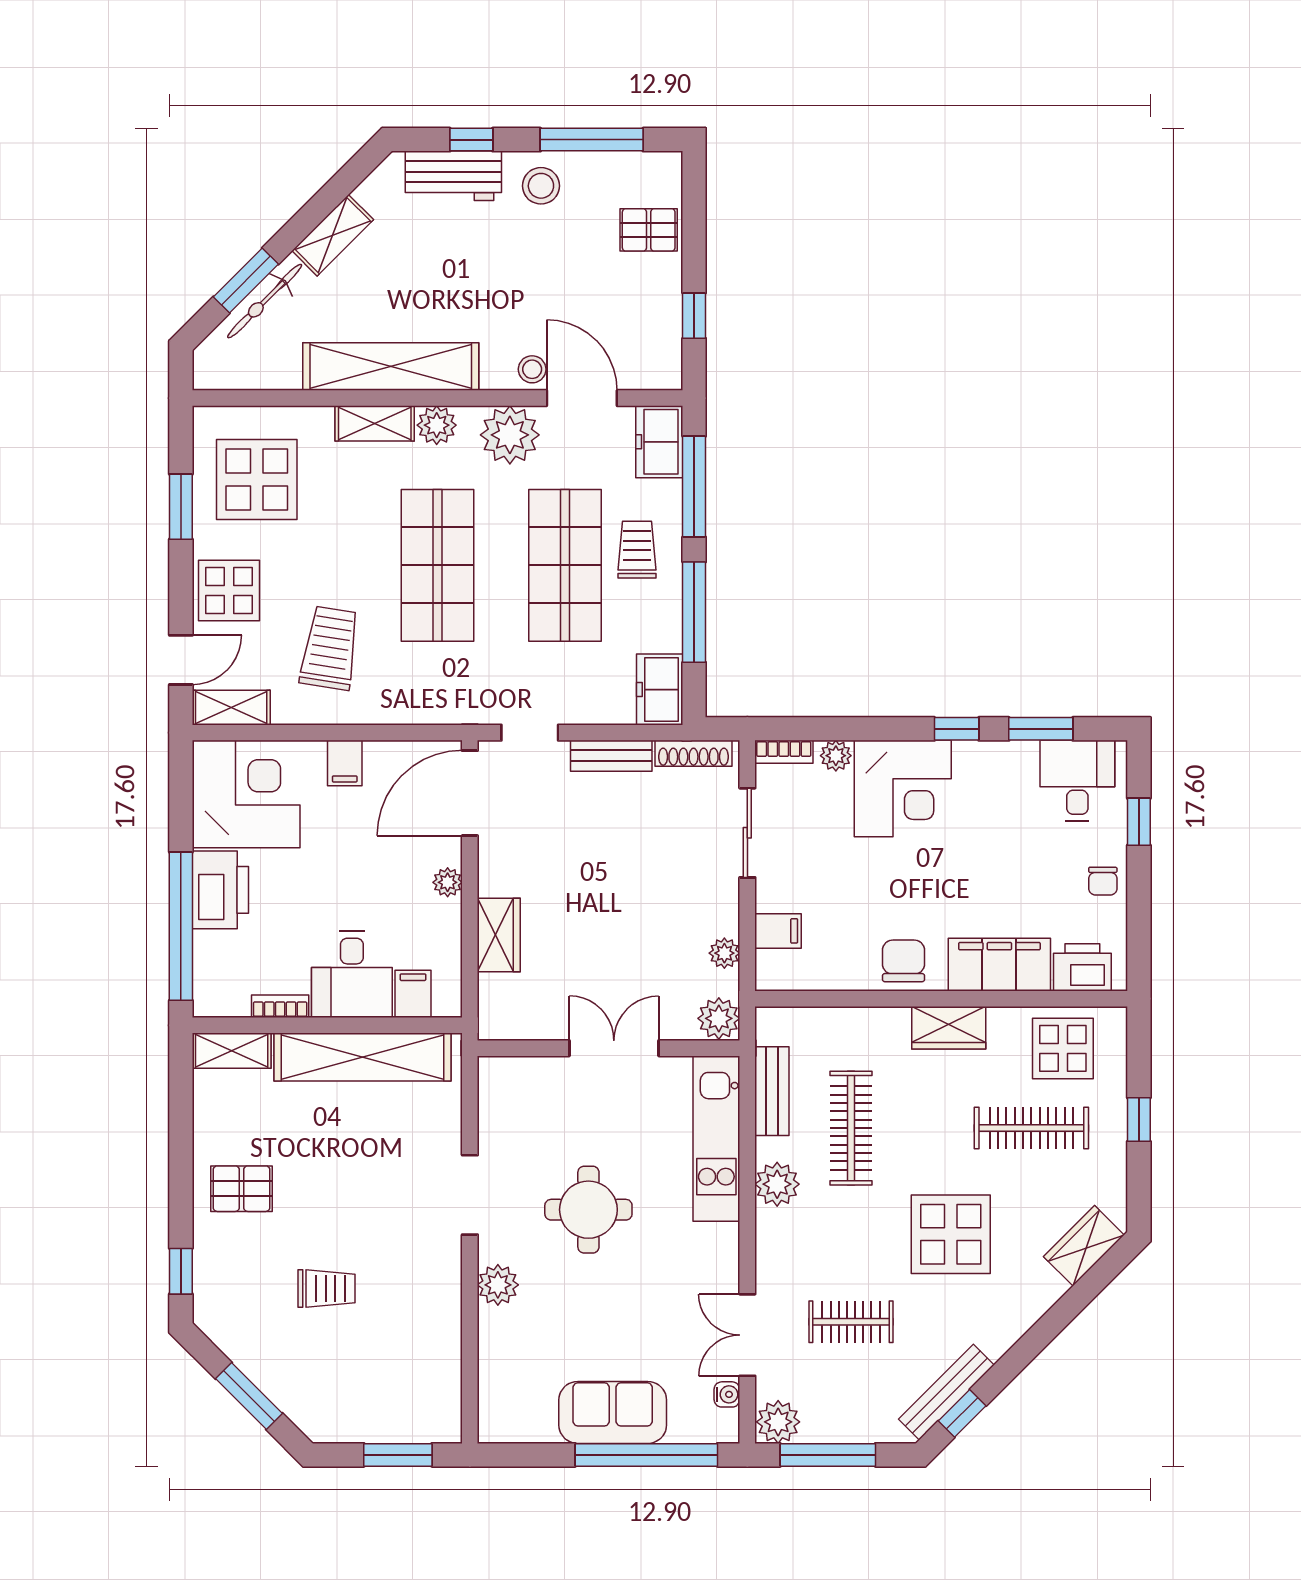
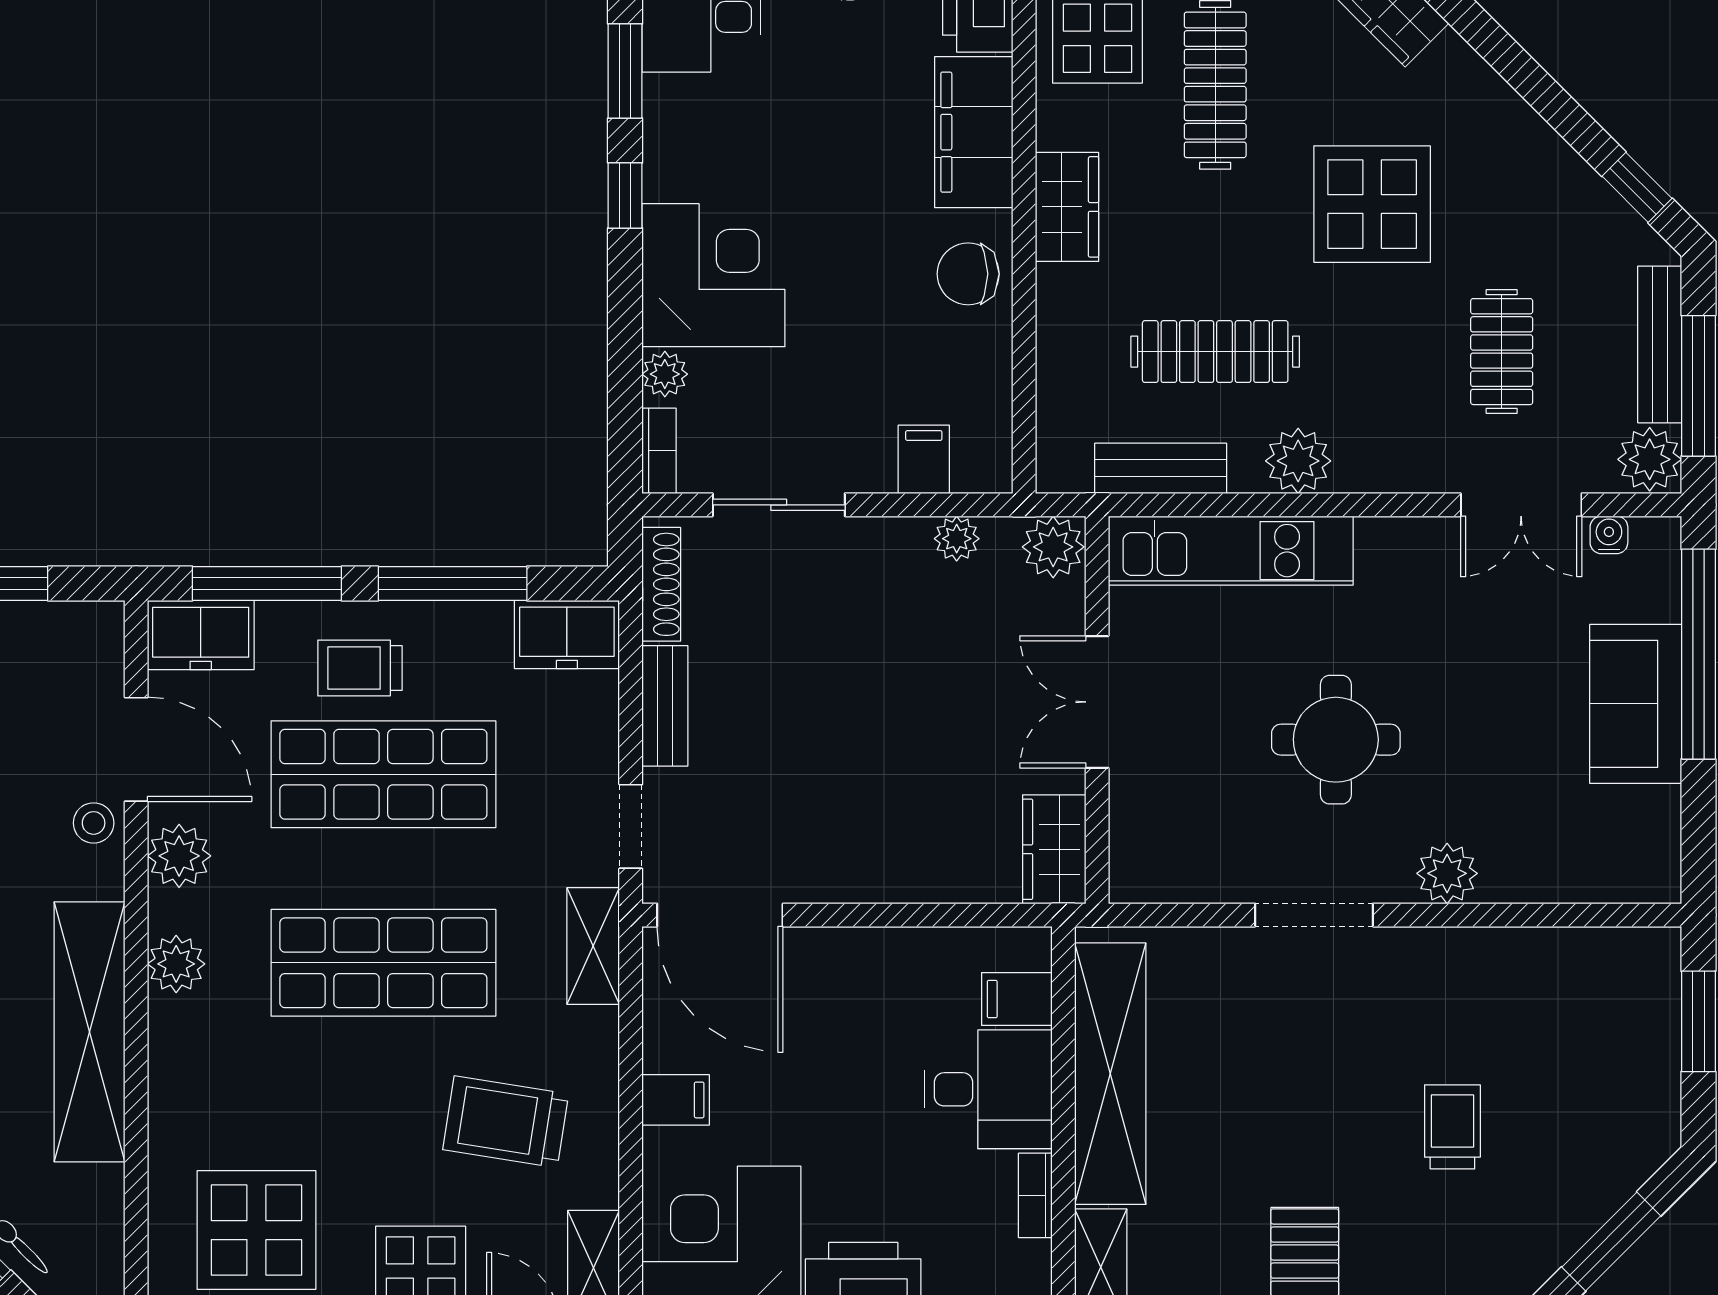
door: (582, 398) -> (136, 749), swing flipped
shelving: (375, 423) -> (593, 946), moved
plant: (510, 435) -> (179, 856), width x0.73, depth x0.73
plant: (448, 882) -> (852, 948), removed
wardrobe: (499, 935) -> (1054, 849), moved, turned -90
bench: (946, 1392) -> (1660, 344), moved, turned 45

